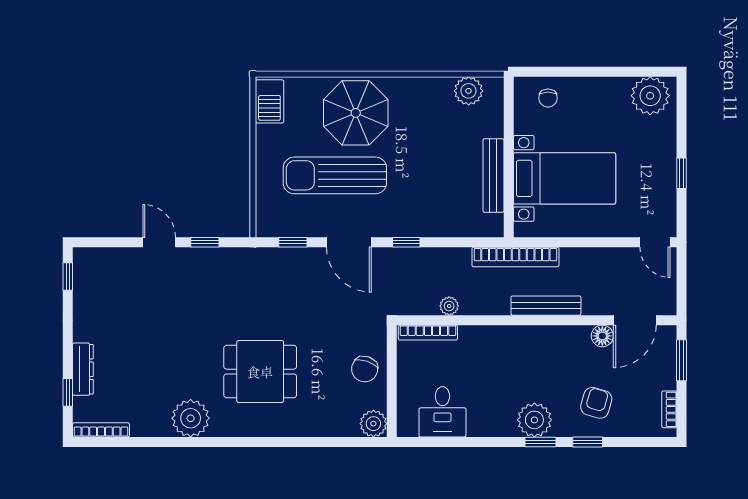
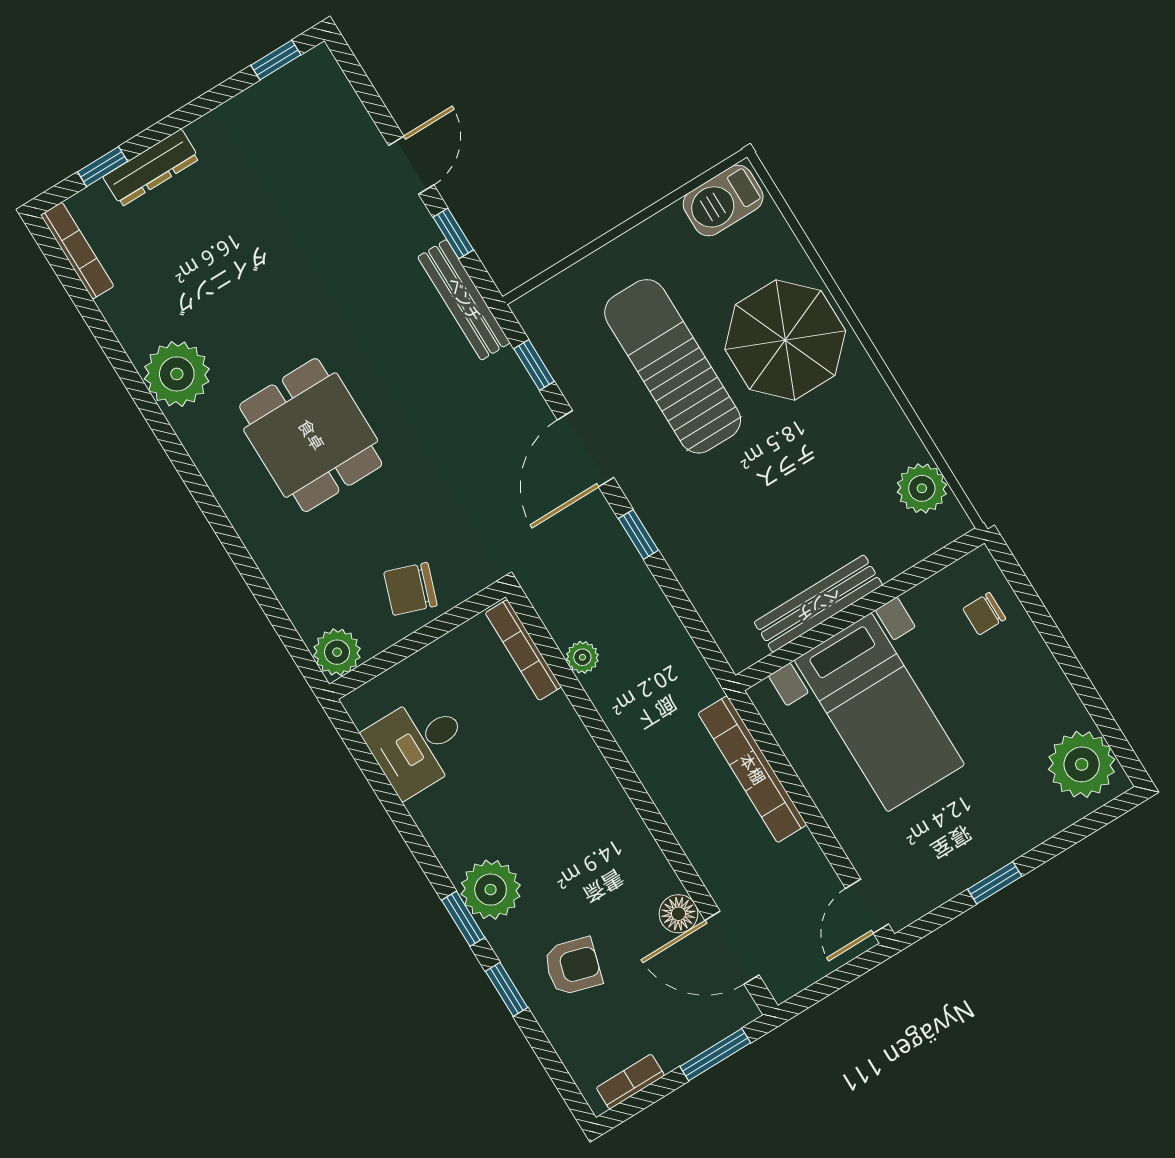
bookcase: (515, 257) -> (752, 769), moved
bench: (546, 306) -> (464, 300), moved

